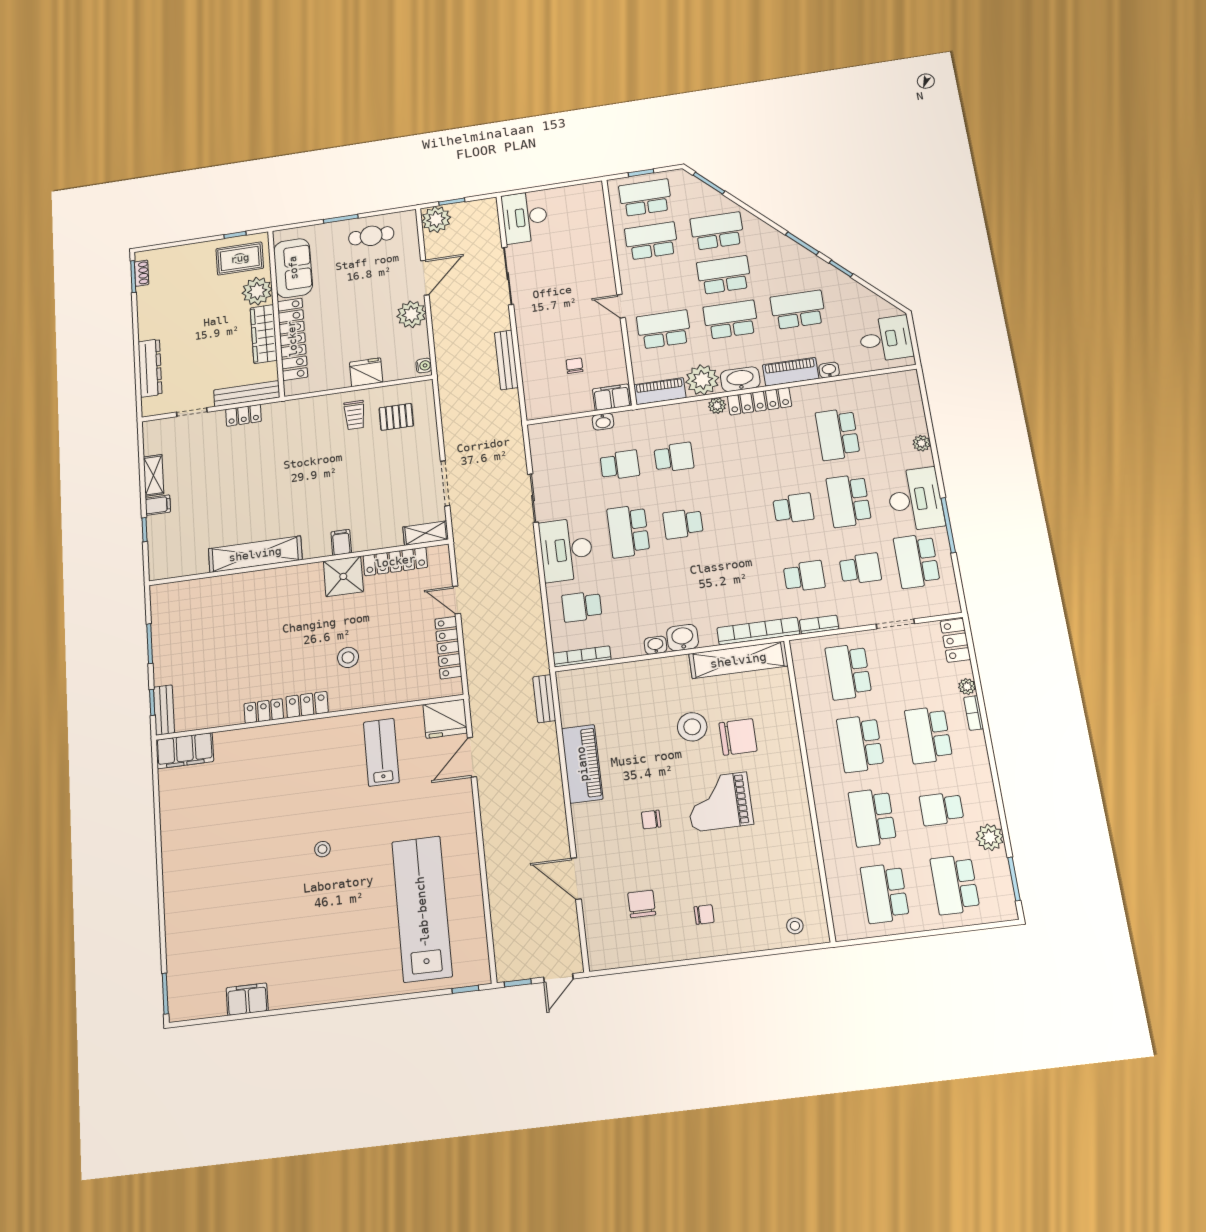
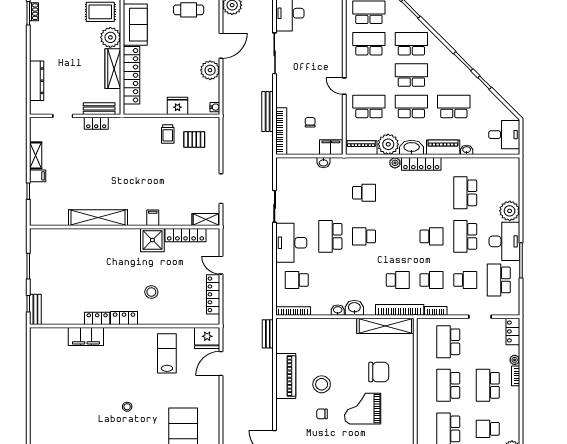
bookcase: (531, 385) -> (281, 131), added
bench: (247, 394) -> (99, 109), width x0.73
plant: (922, 443) -> (510, 211), width x1.88, depth x1.88
school desk: (620, 465) -> (398, 280), moved
stool: (692, 727) -> (322, 384), moved
filing cabinet: (185, 751) -> (86, 336), moved

